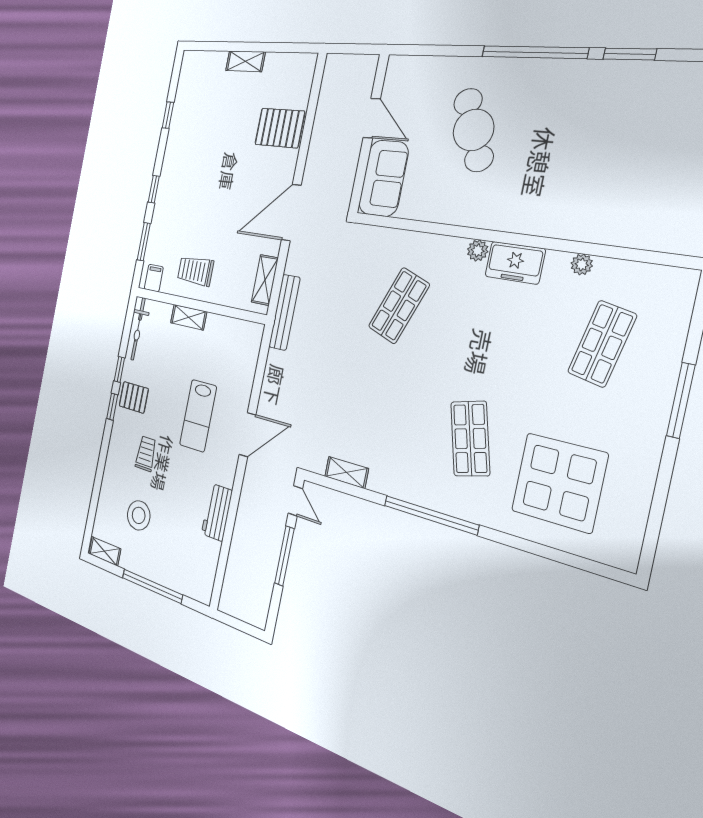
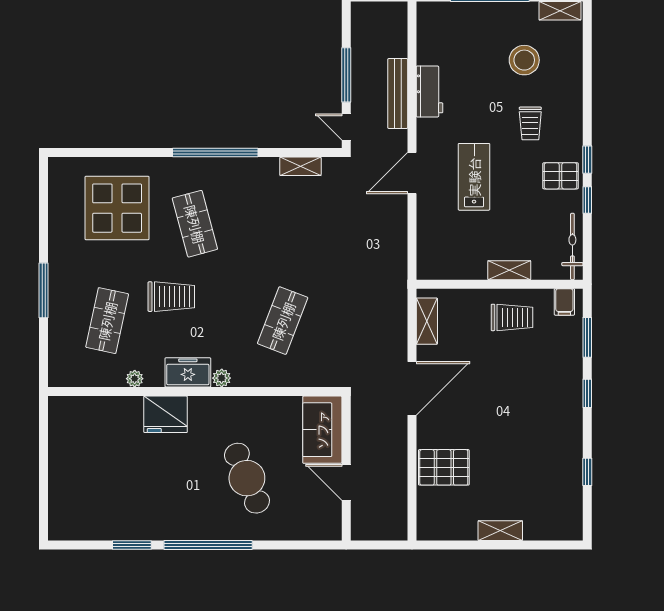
fridge: (552, 215) -> (166, 414), added
bench: (284, 312) -> (398, 94), moved
trolley: (516, 358) -> (171, 297), added

